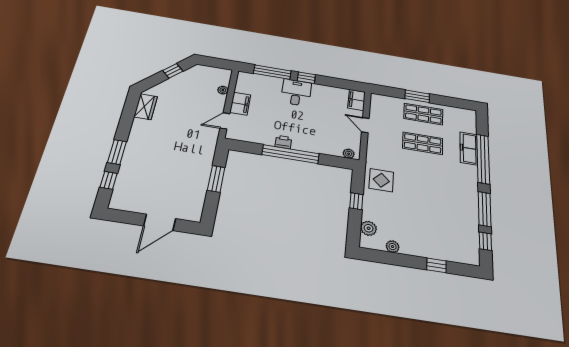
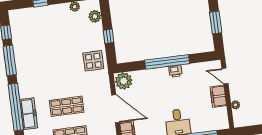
door: (225, 121) -> (225, 76), swing flipped
door: (365, 125) -> (116, 109), width x1.88
plant: (349, 154) -> (124, 81), width x1.88, depth x1.88

